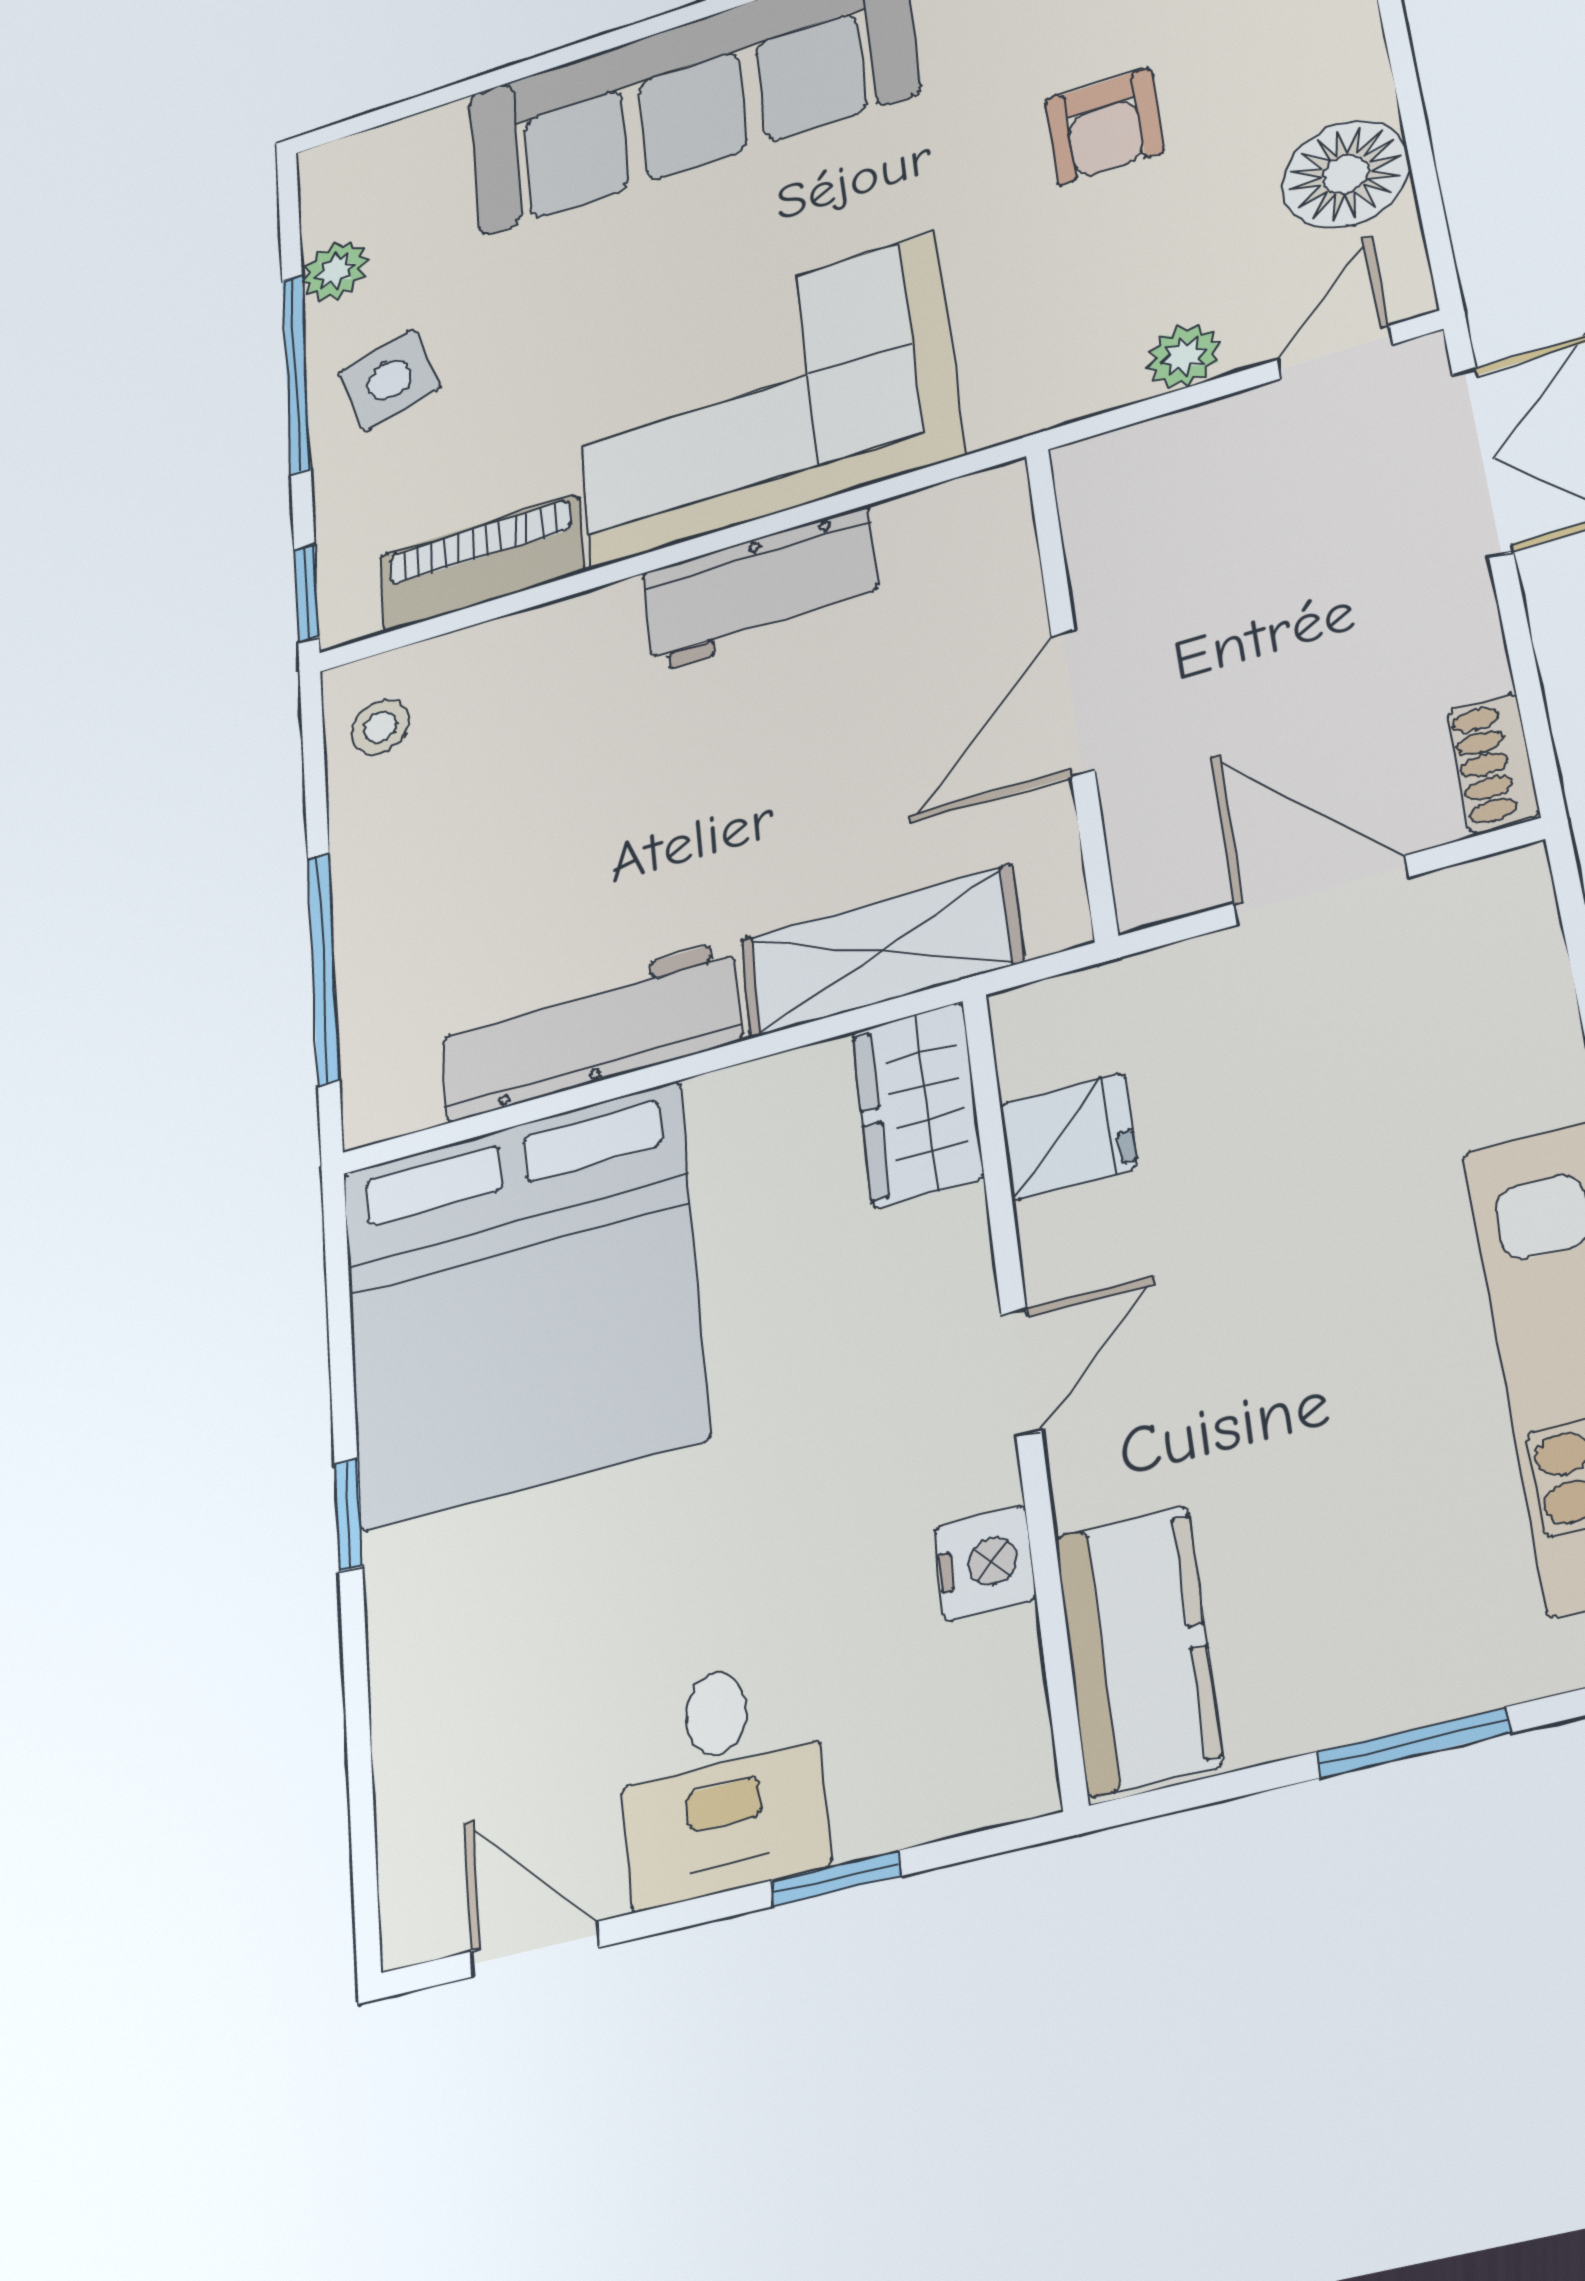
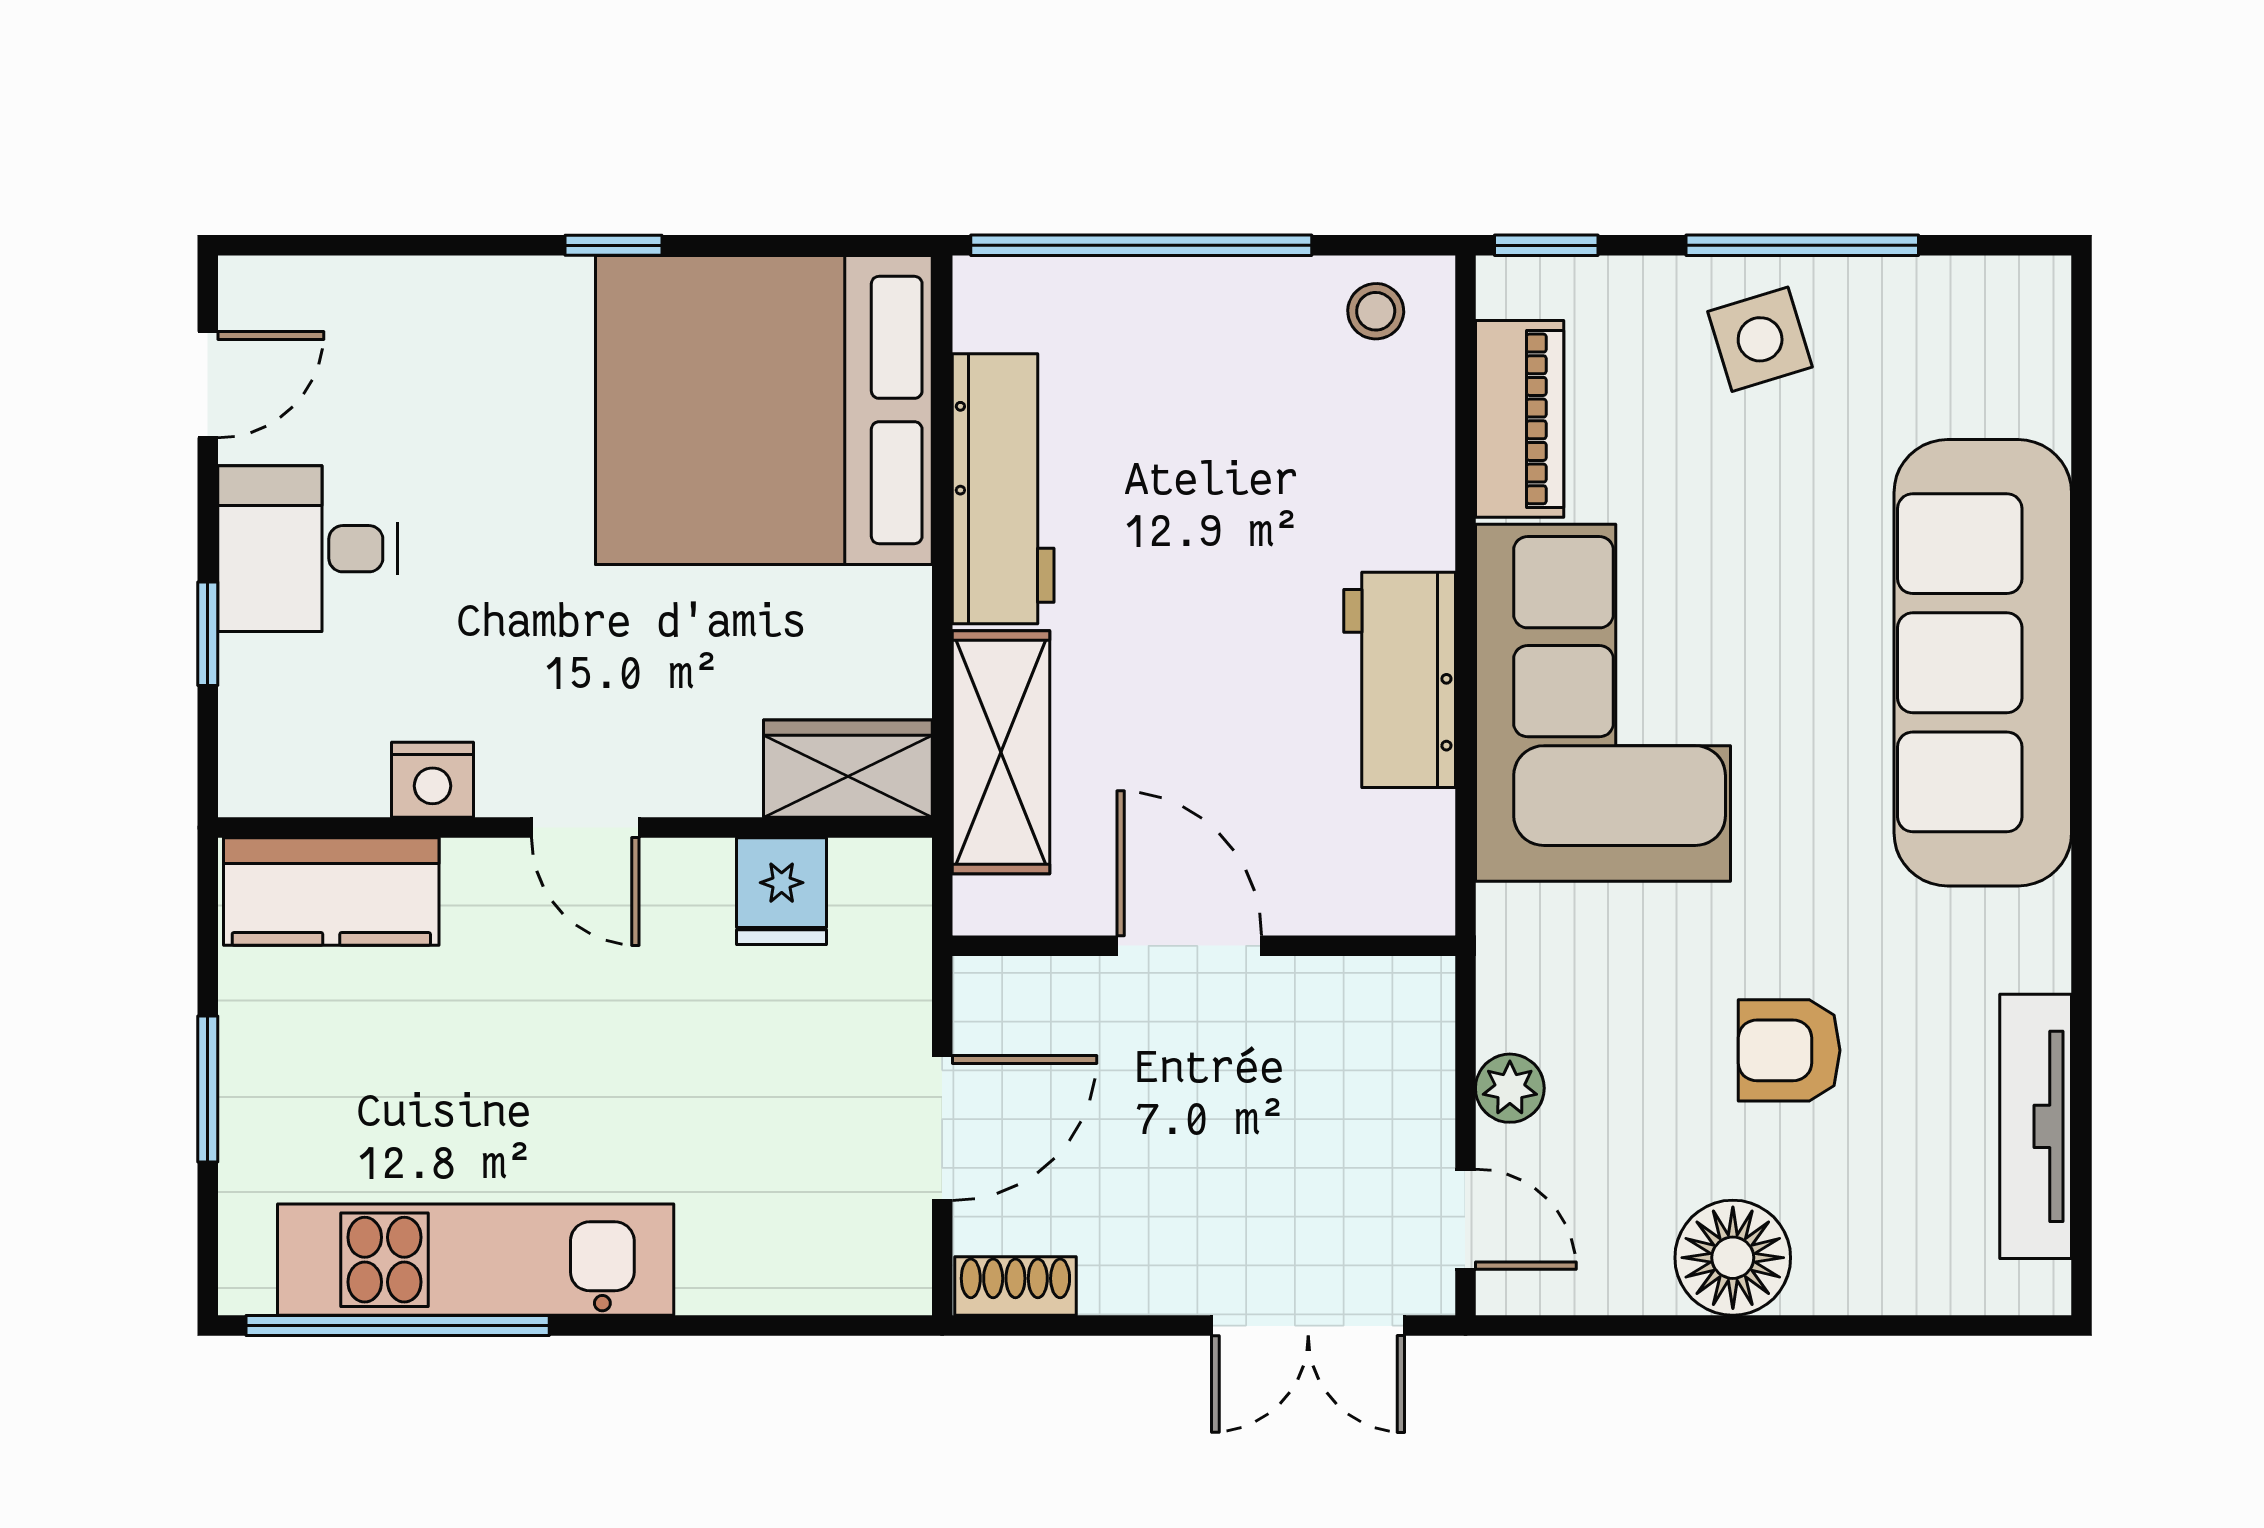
floor lamp: (1346, 174) -> (1733, 1258), moved
plant: (335, 271) -> (1910, 290), removed
window: (323, 968) -> (1141, 245), width x1.46

